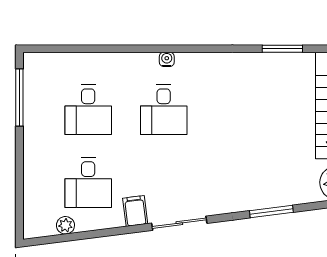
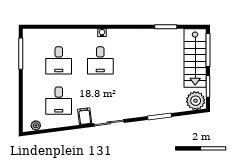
plant: (65, 225) -> (36, 125), moved

